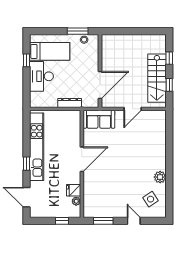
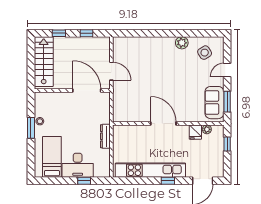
window: (27, 60) -> (84, 181), moved
wall: (100, 71) -> (72, 90), moved
stairs: (157, 78) -> (44, 62), moved, turned -90
door: (100, 85) -> (87, 90), moved
sofa: (99, 119) -> (214, 103), moved, turned 180

